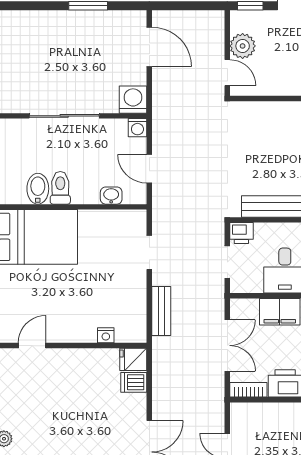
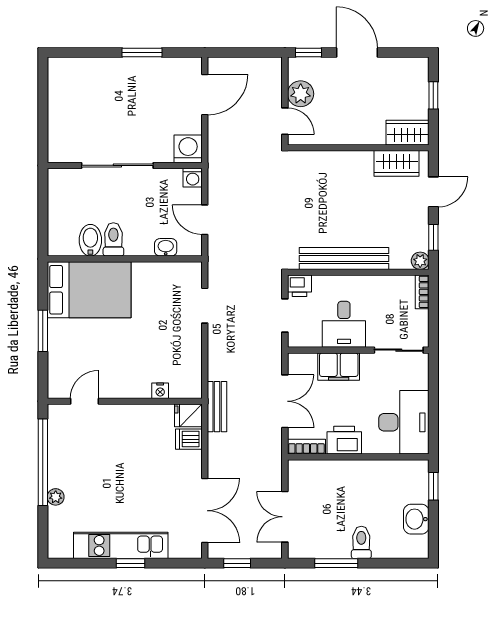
door: (149, 47) -> (205, 95), hinge flipped
bench: (161, 311) -> (217, 407), moved

